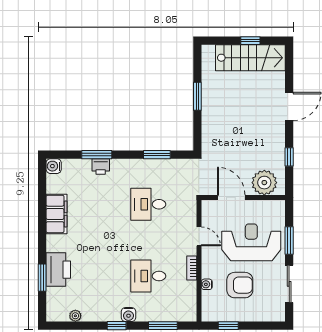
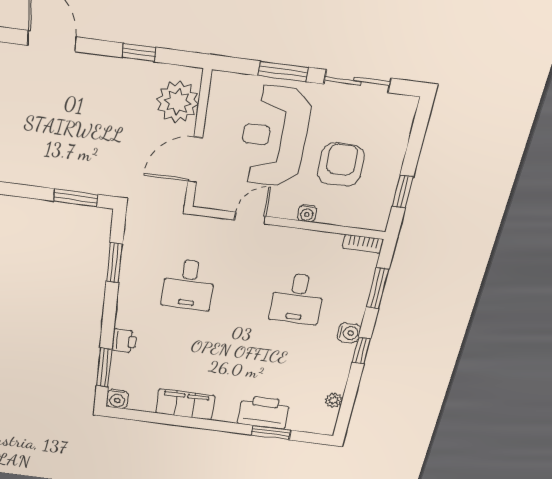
window: (197, 96) -> (76, 198), moved
window: (97, 155) -> (104, 367), moved
bookcase: (192, 268) -> (363, 244), moved
water cooler: (207, 284) -> (307, 213), moved

